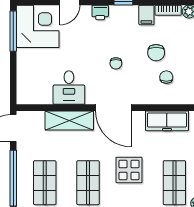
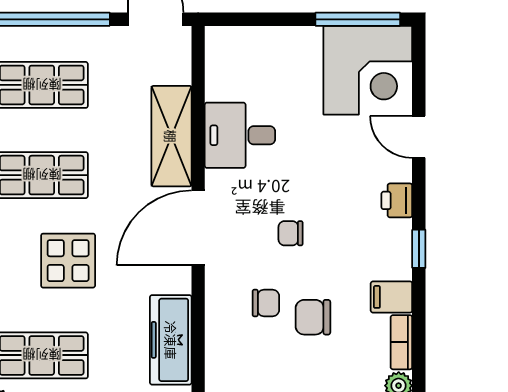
chair: (166, 77) -> (266, 303), moved

